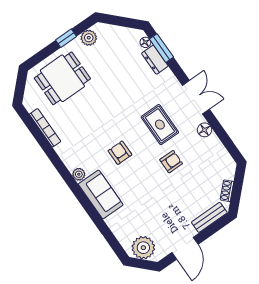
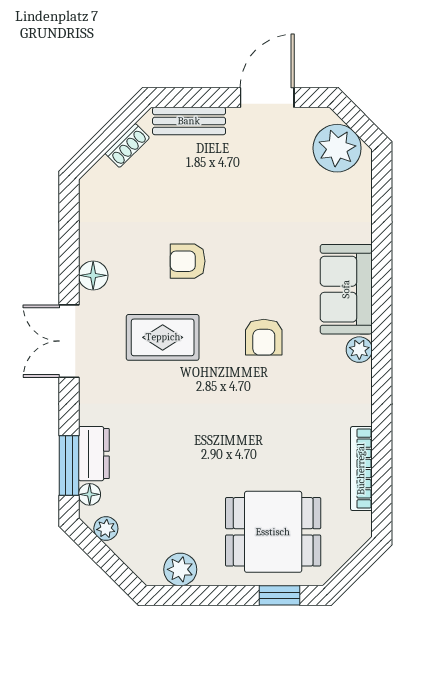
plant: (129, 33) -> (106, 529), added
window: (66, 38) -> (280, 595), moved
rug: (160, 125) -> (163, 337), turned 90

